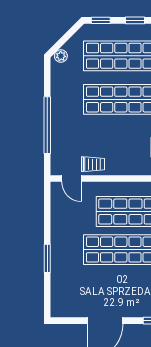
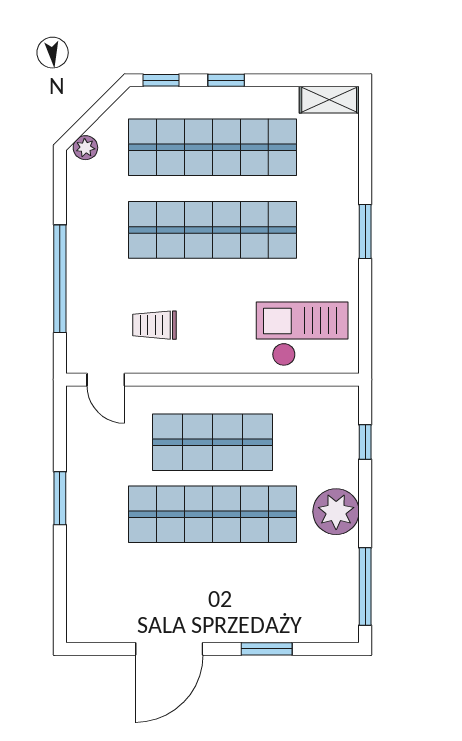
trolley: (93, 164) -> (154, 325), moved, turned 180
window: (47, 258) -> (60, 498), moved

